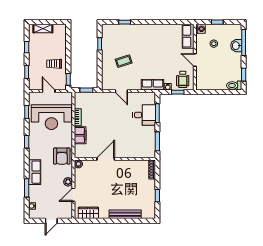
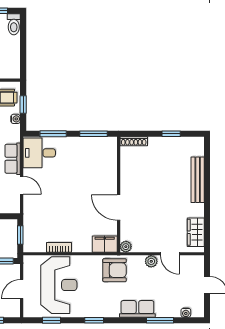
row of seats: (153, 85) -> (13, 159), moved
door: (121, 91) -> (22, 185), hinge flipped
desk: (144, 115) -> (39, 153), moved, turned -90
filing cabinet: (80, 135) -> (105, 244), moved

